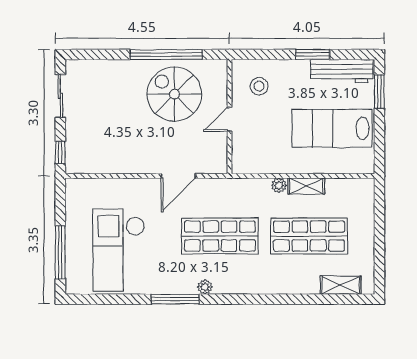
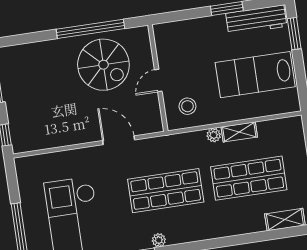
stool: (259, 86) -> (187, 106), moved
spiral stairs: (174, 94) -> (103, 65), turned 180
door: (178, 176) -> (119, 140), swing flipped

